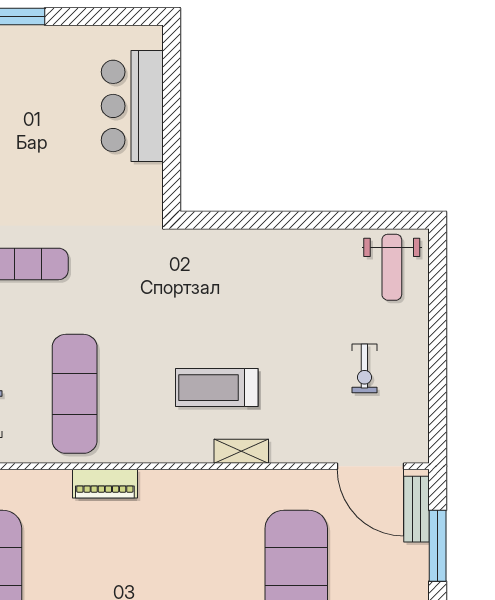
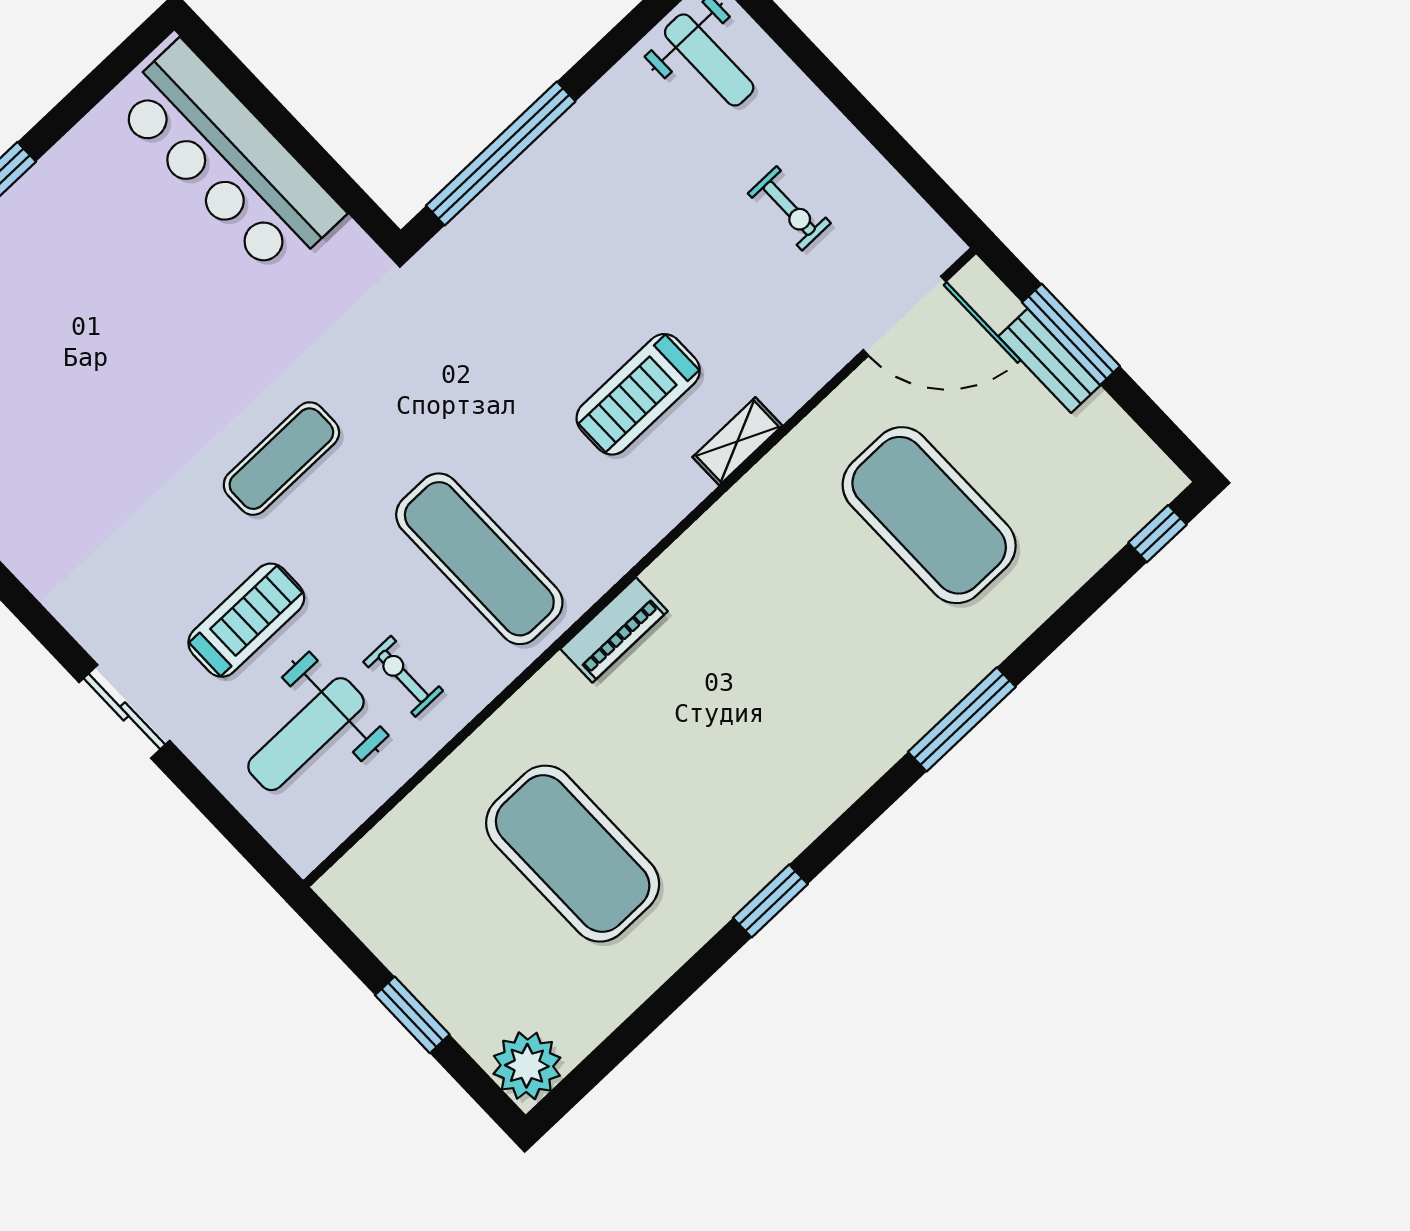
bar counter: (132, 106) -> (228, 159), width x1.36
window: (258, 220) -> (501, 154), added
bench: (416, 509) -> (1049, 361), moved

